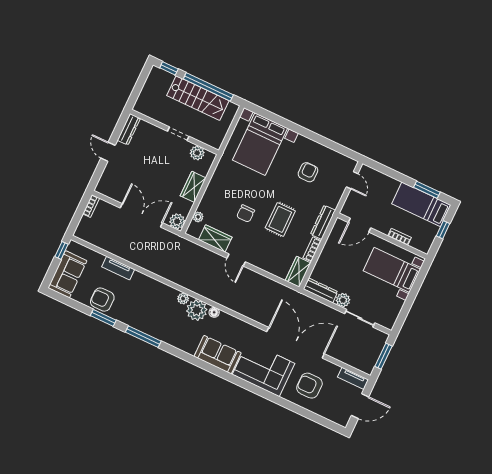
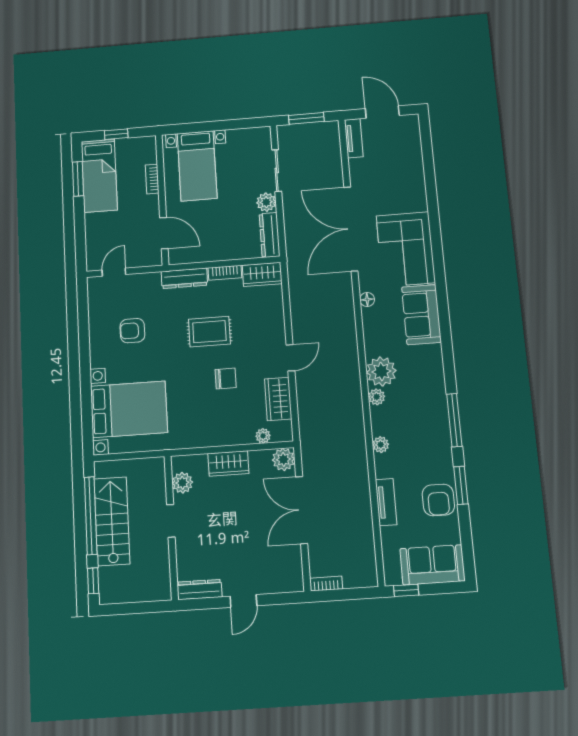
plant: (153, 284) -> (381, 445), added
floor lamp: (214, 312) -> (367, 299), moved
armchair: (309, 386) -> (393, 184), removed

